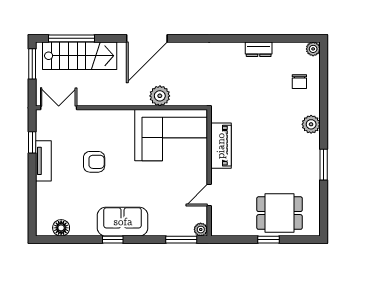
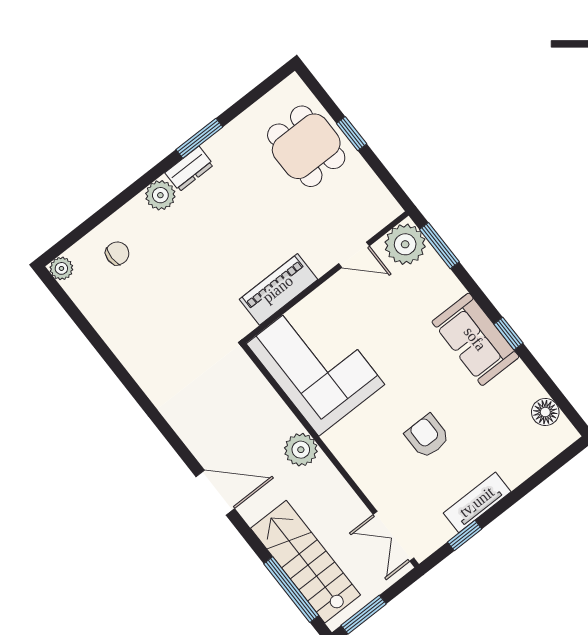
door: (147, 38) -> (215, 493), width x0.73
dresser: (259, 49) -> (189, 169), moved, turned 90
plant: (160, 96) -> (301, 450), moved
plant: (201, 230) -> (405, 244), width x1.88, depth x1.88

